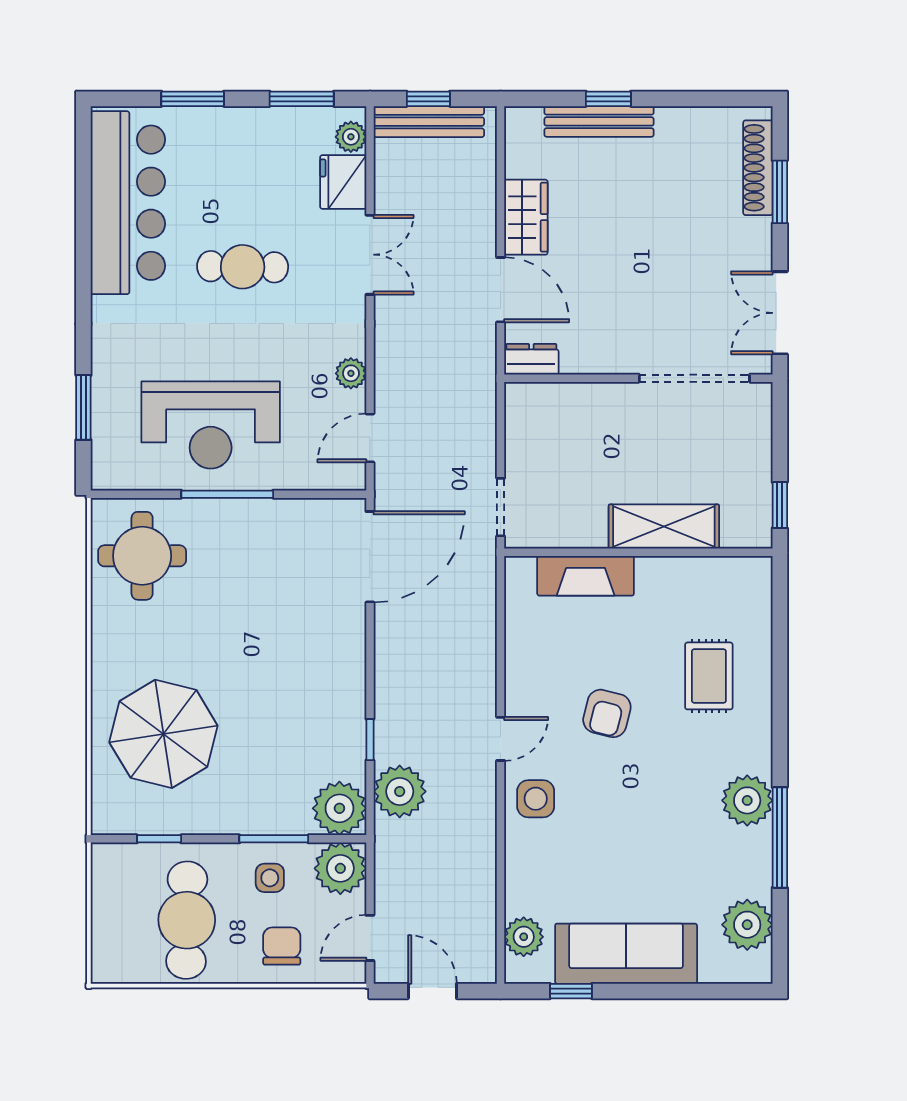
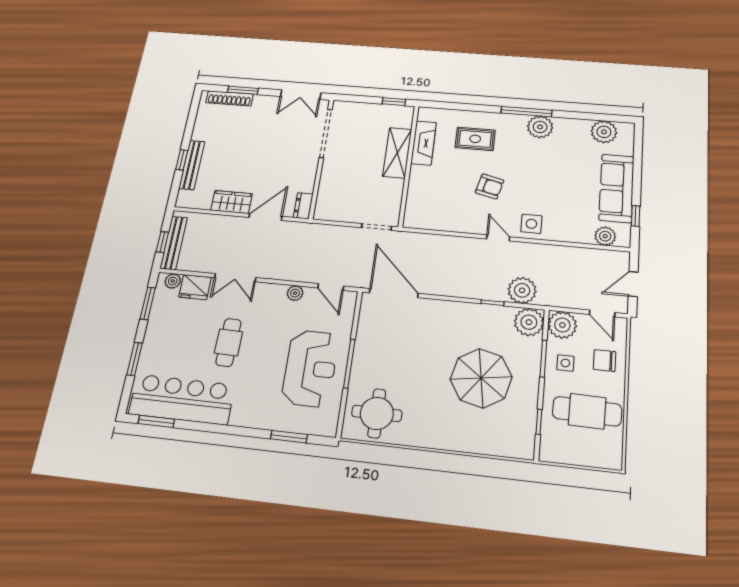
window: (83, 165) -> (156, 421), added
double door: (370, 255) -> (235, 278), swing flipped
fireplace: (586, 576) -> (424, 143), moved
parasol: (163, 734) -> (481, 378), moved
window: (780, 837) -> (527, 112), moved

